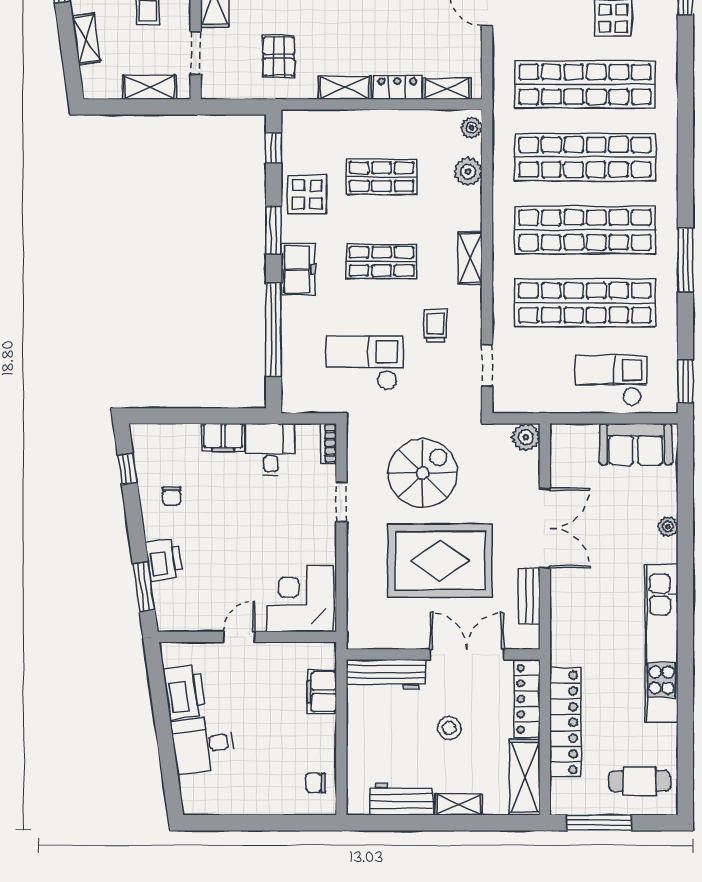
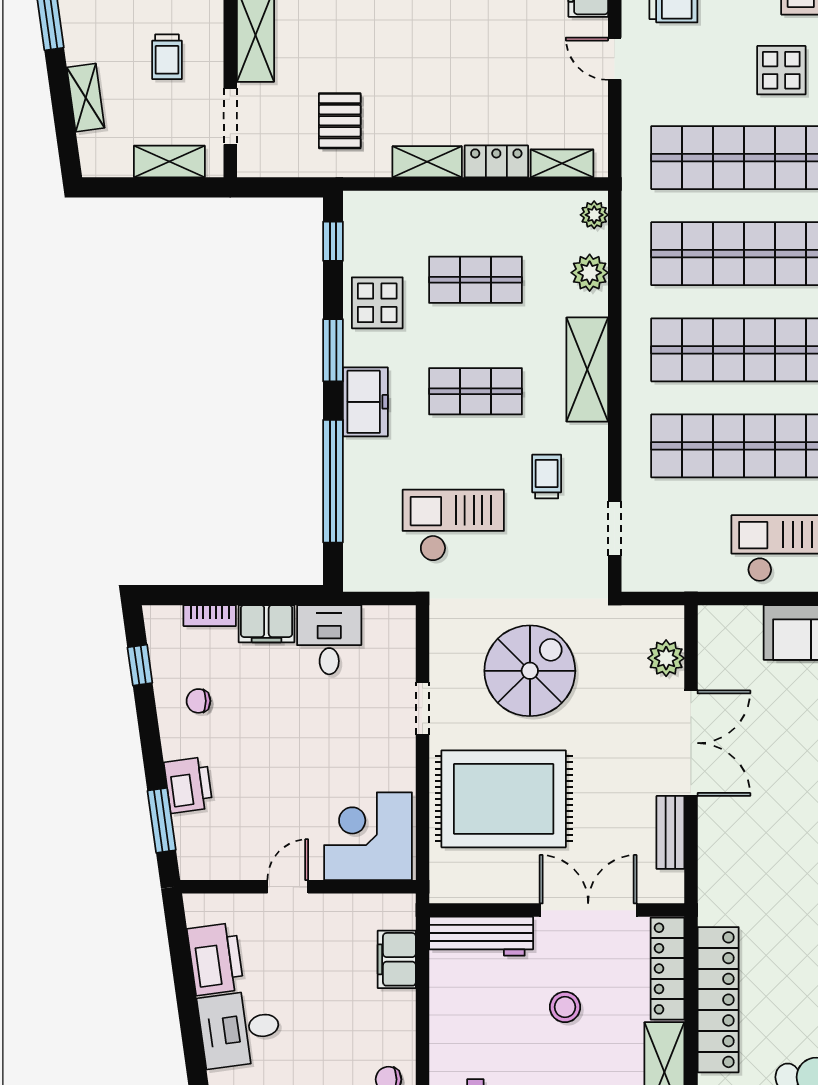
shelving: (470, 258) -> (587, 370), width x1.50, depth x1.33
plant: (526, 437) -> (666, 658), moved
bookcase: (328, 443) -> (210, 616), moved, turned -90
chair: (172, 496) -> (198, 701), turned 90
rug: (440, 561) -> (504, 799), moved

